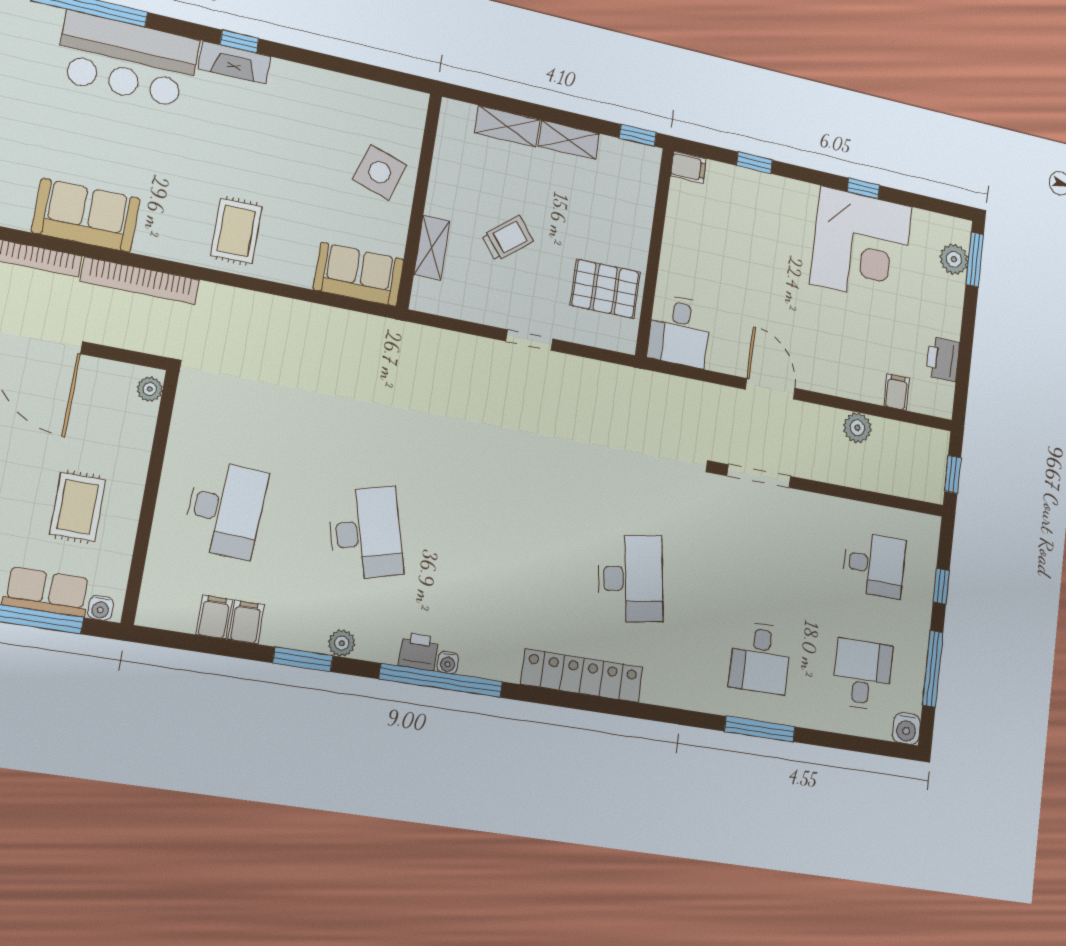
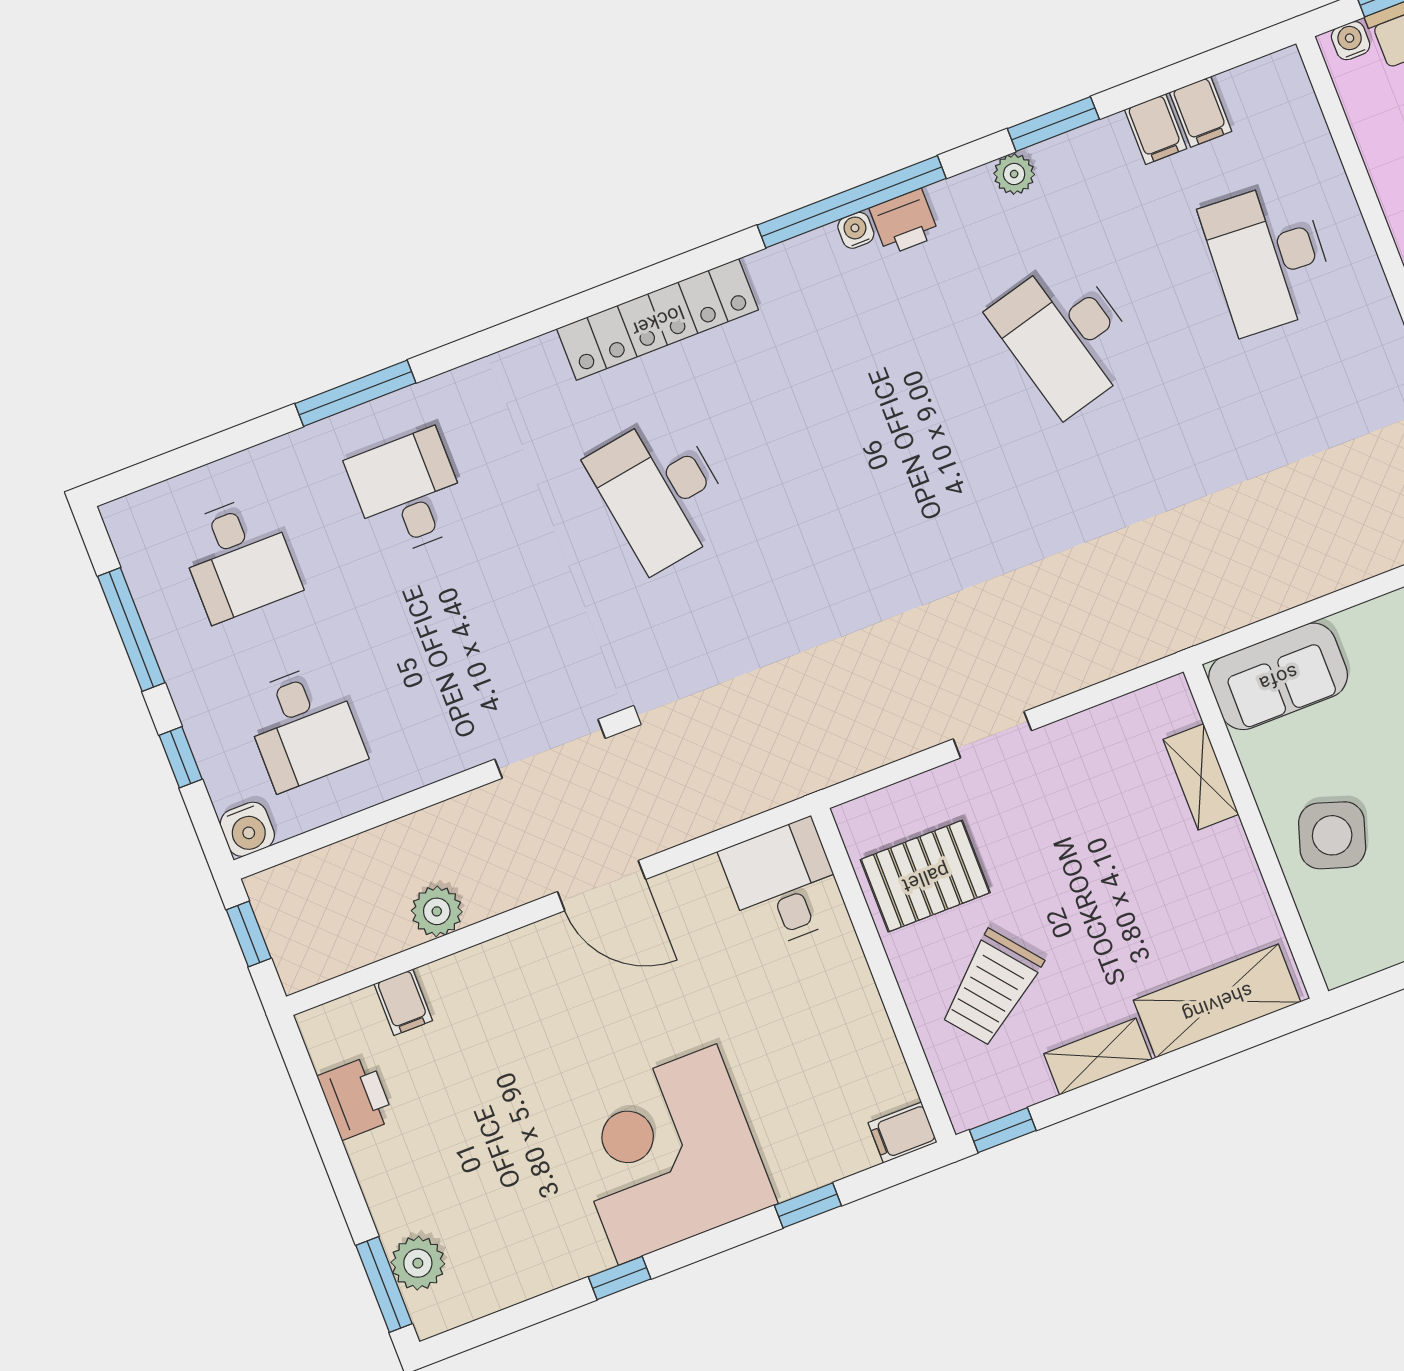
shelving: (507, 126) -> (1217, 1001), width x1.50, depth x1.33
trolley: (507, 238) -> (991, 988), moved, width x1.36, depth x1.39
corner desk: (861, 245) -> (668, 1155), moved
desk: (874, 565) -> (304, 727), turned -90
water cooler: (906, 729) -> (247, 829), moved, turned 180

